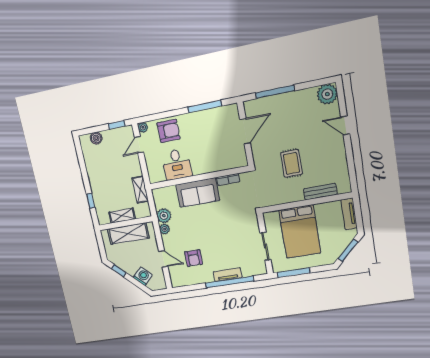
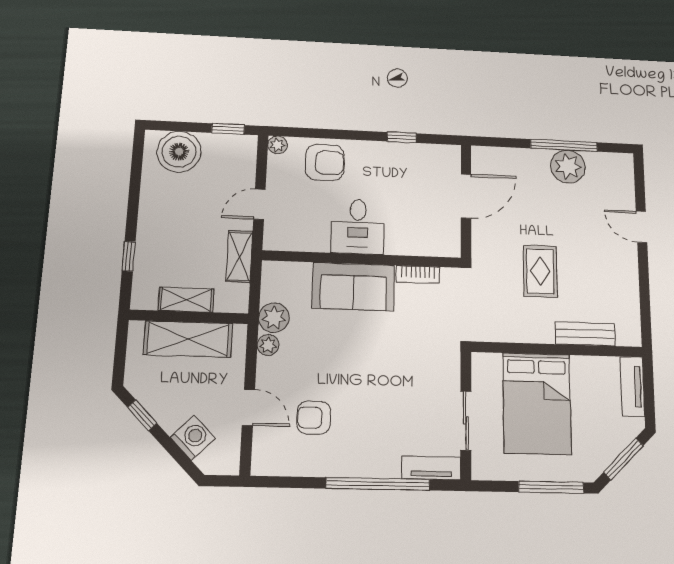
window: (275, 92) -> (564, 145), moved
plant: (327, 94) -> (568, 167), moved
window: (205, 107) -> (402, 137), width x0.46
boiler: (96, 138) -> (179, 152), width x1.86, depth x1.86
door: (139, 145) -> (260, 204), moved
desk: (177, 164) -> (358, 227), moved
armchair: (194, 258) -> (314, 418), turned 90
window: (294, 273) -> (551, 487), moved
tv unit: (228, 275) -> (431, 468), moved

